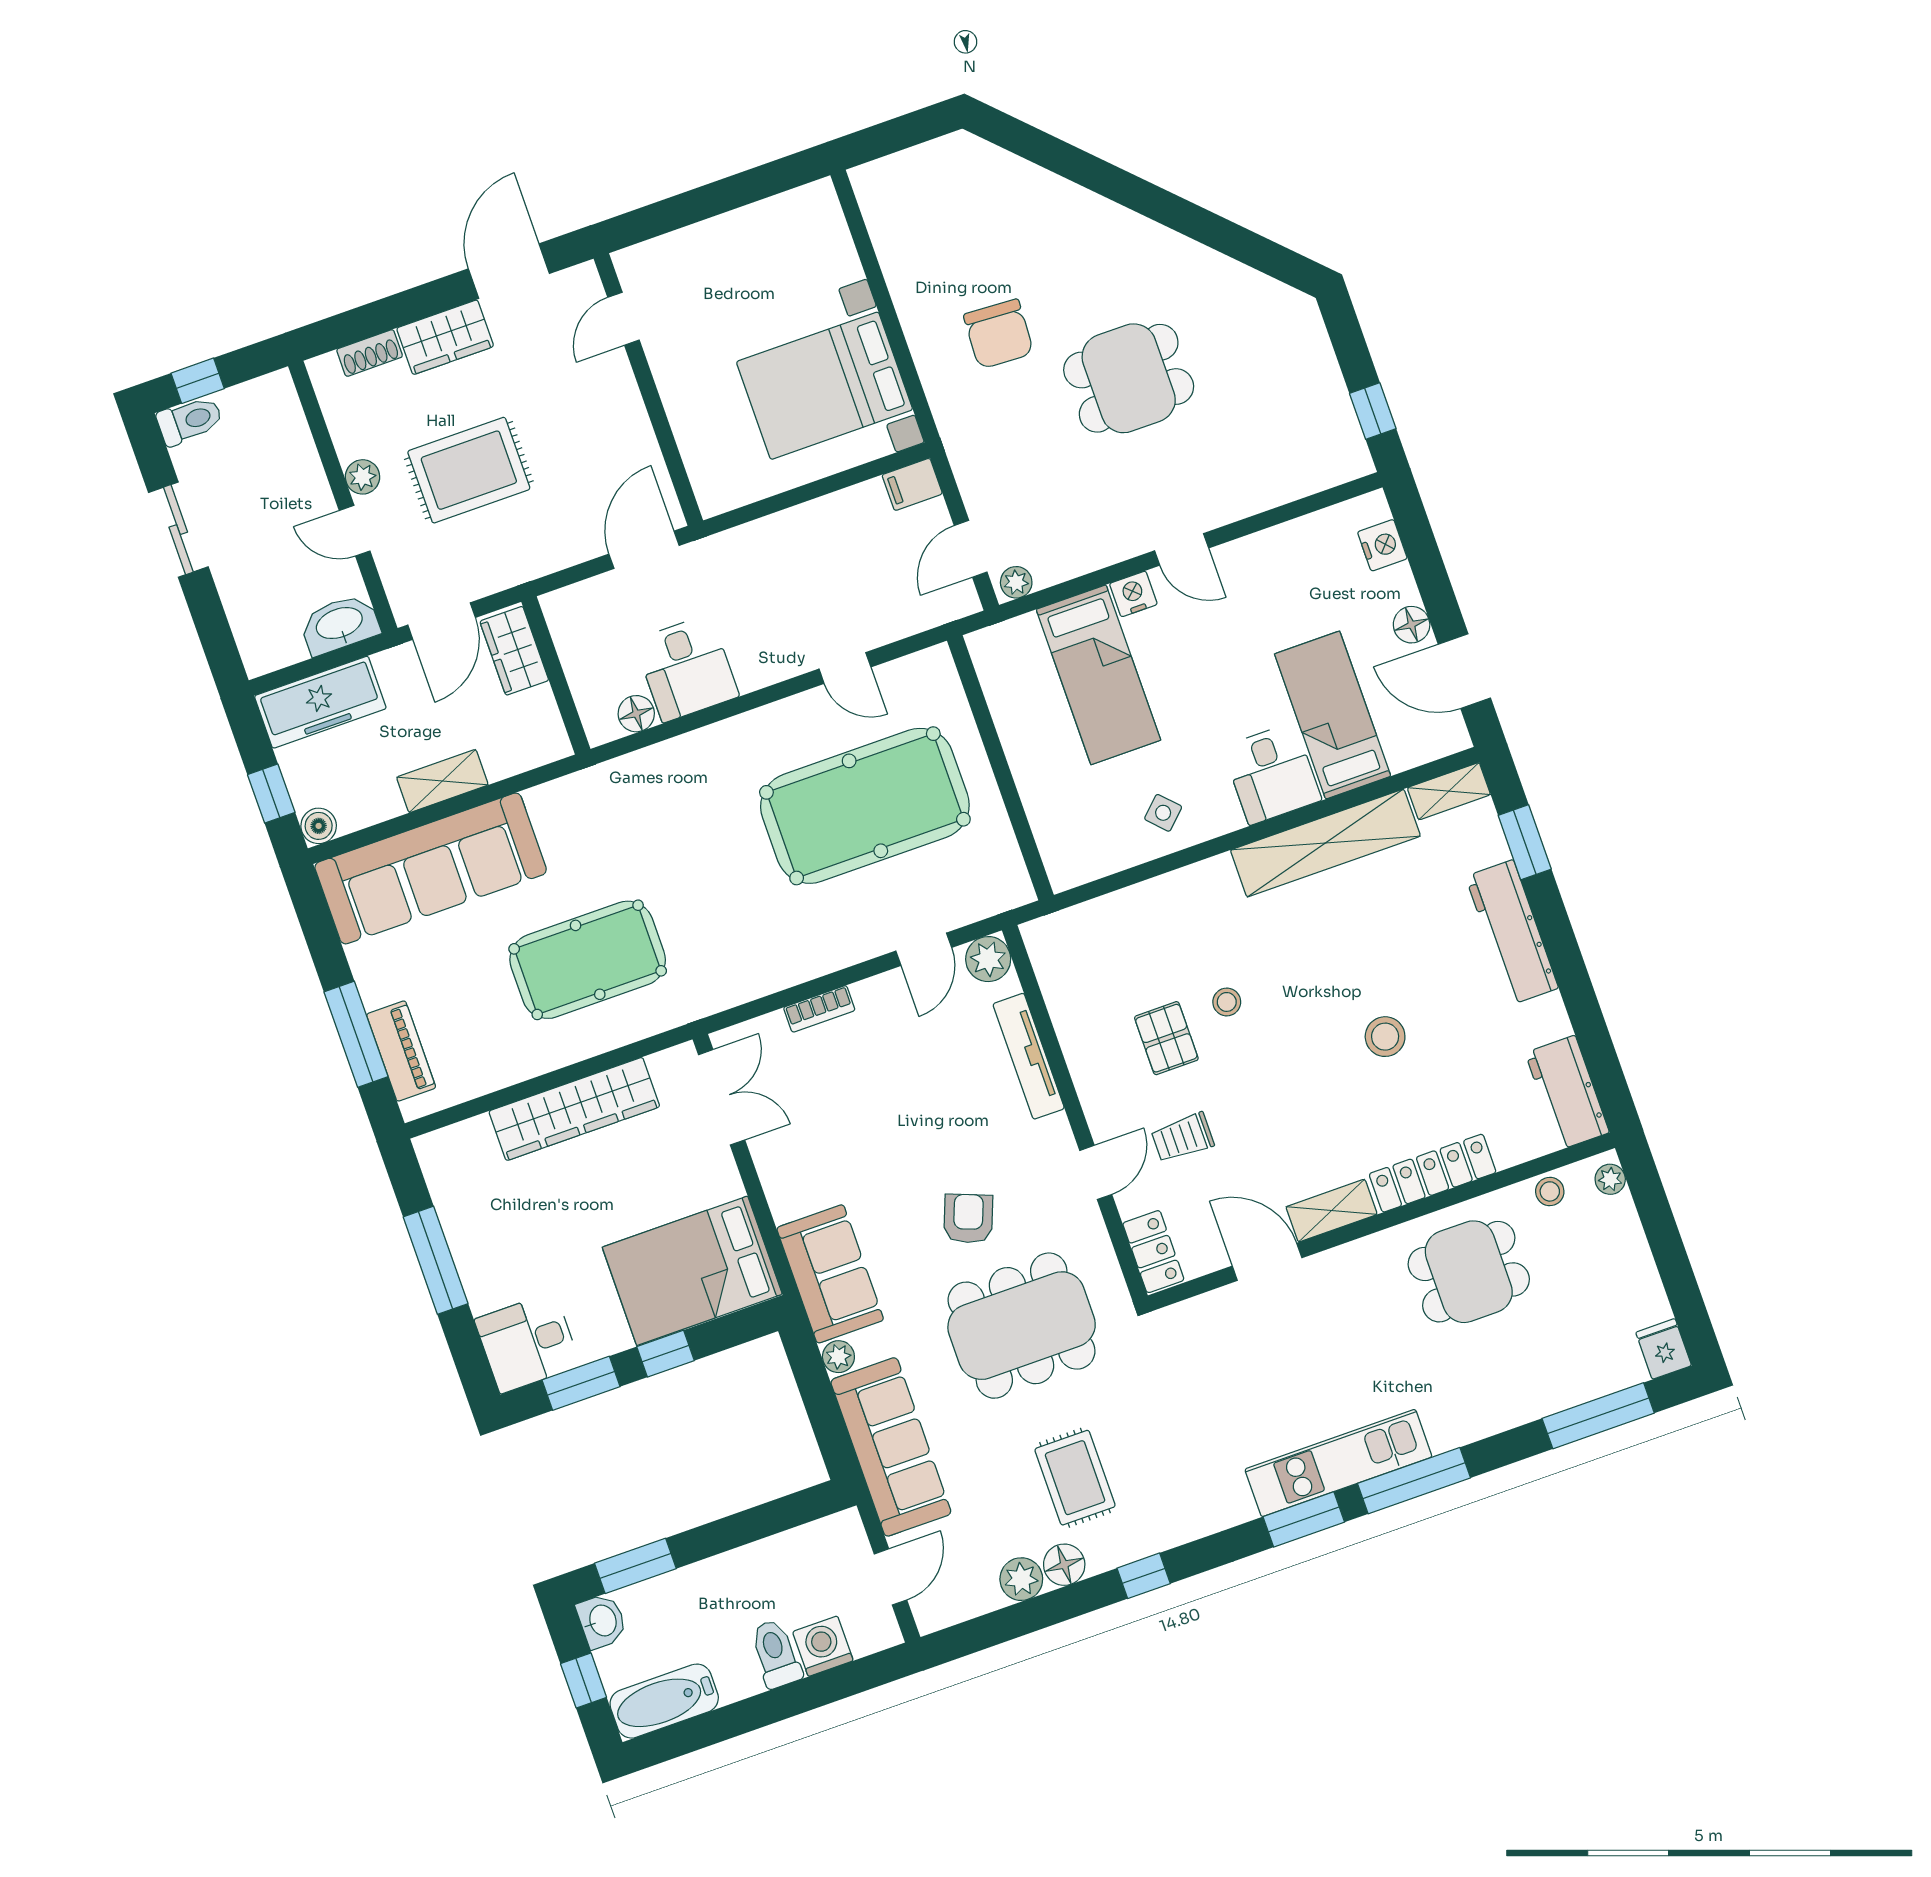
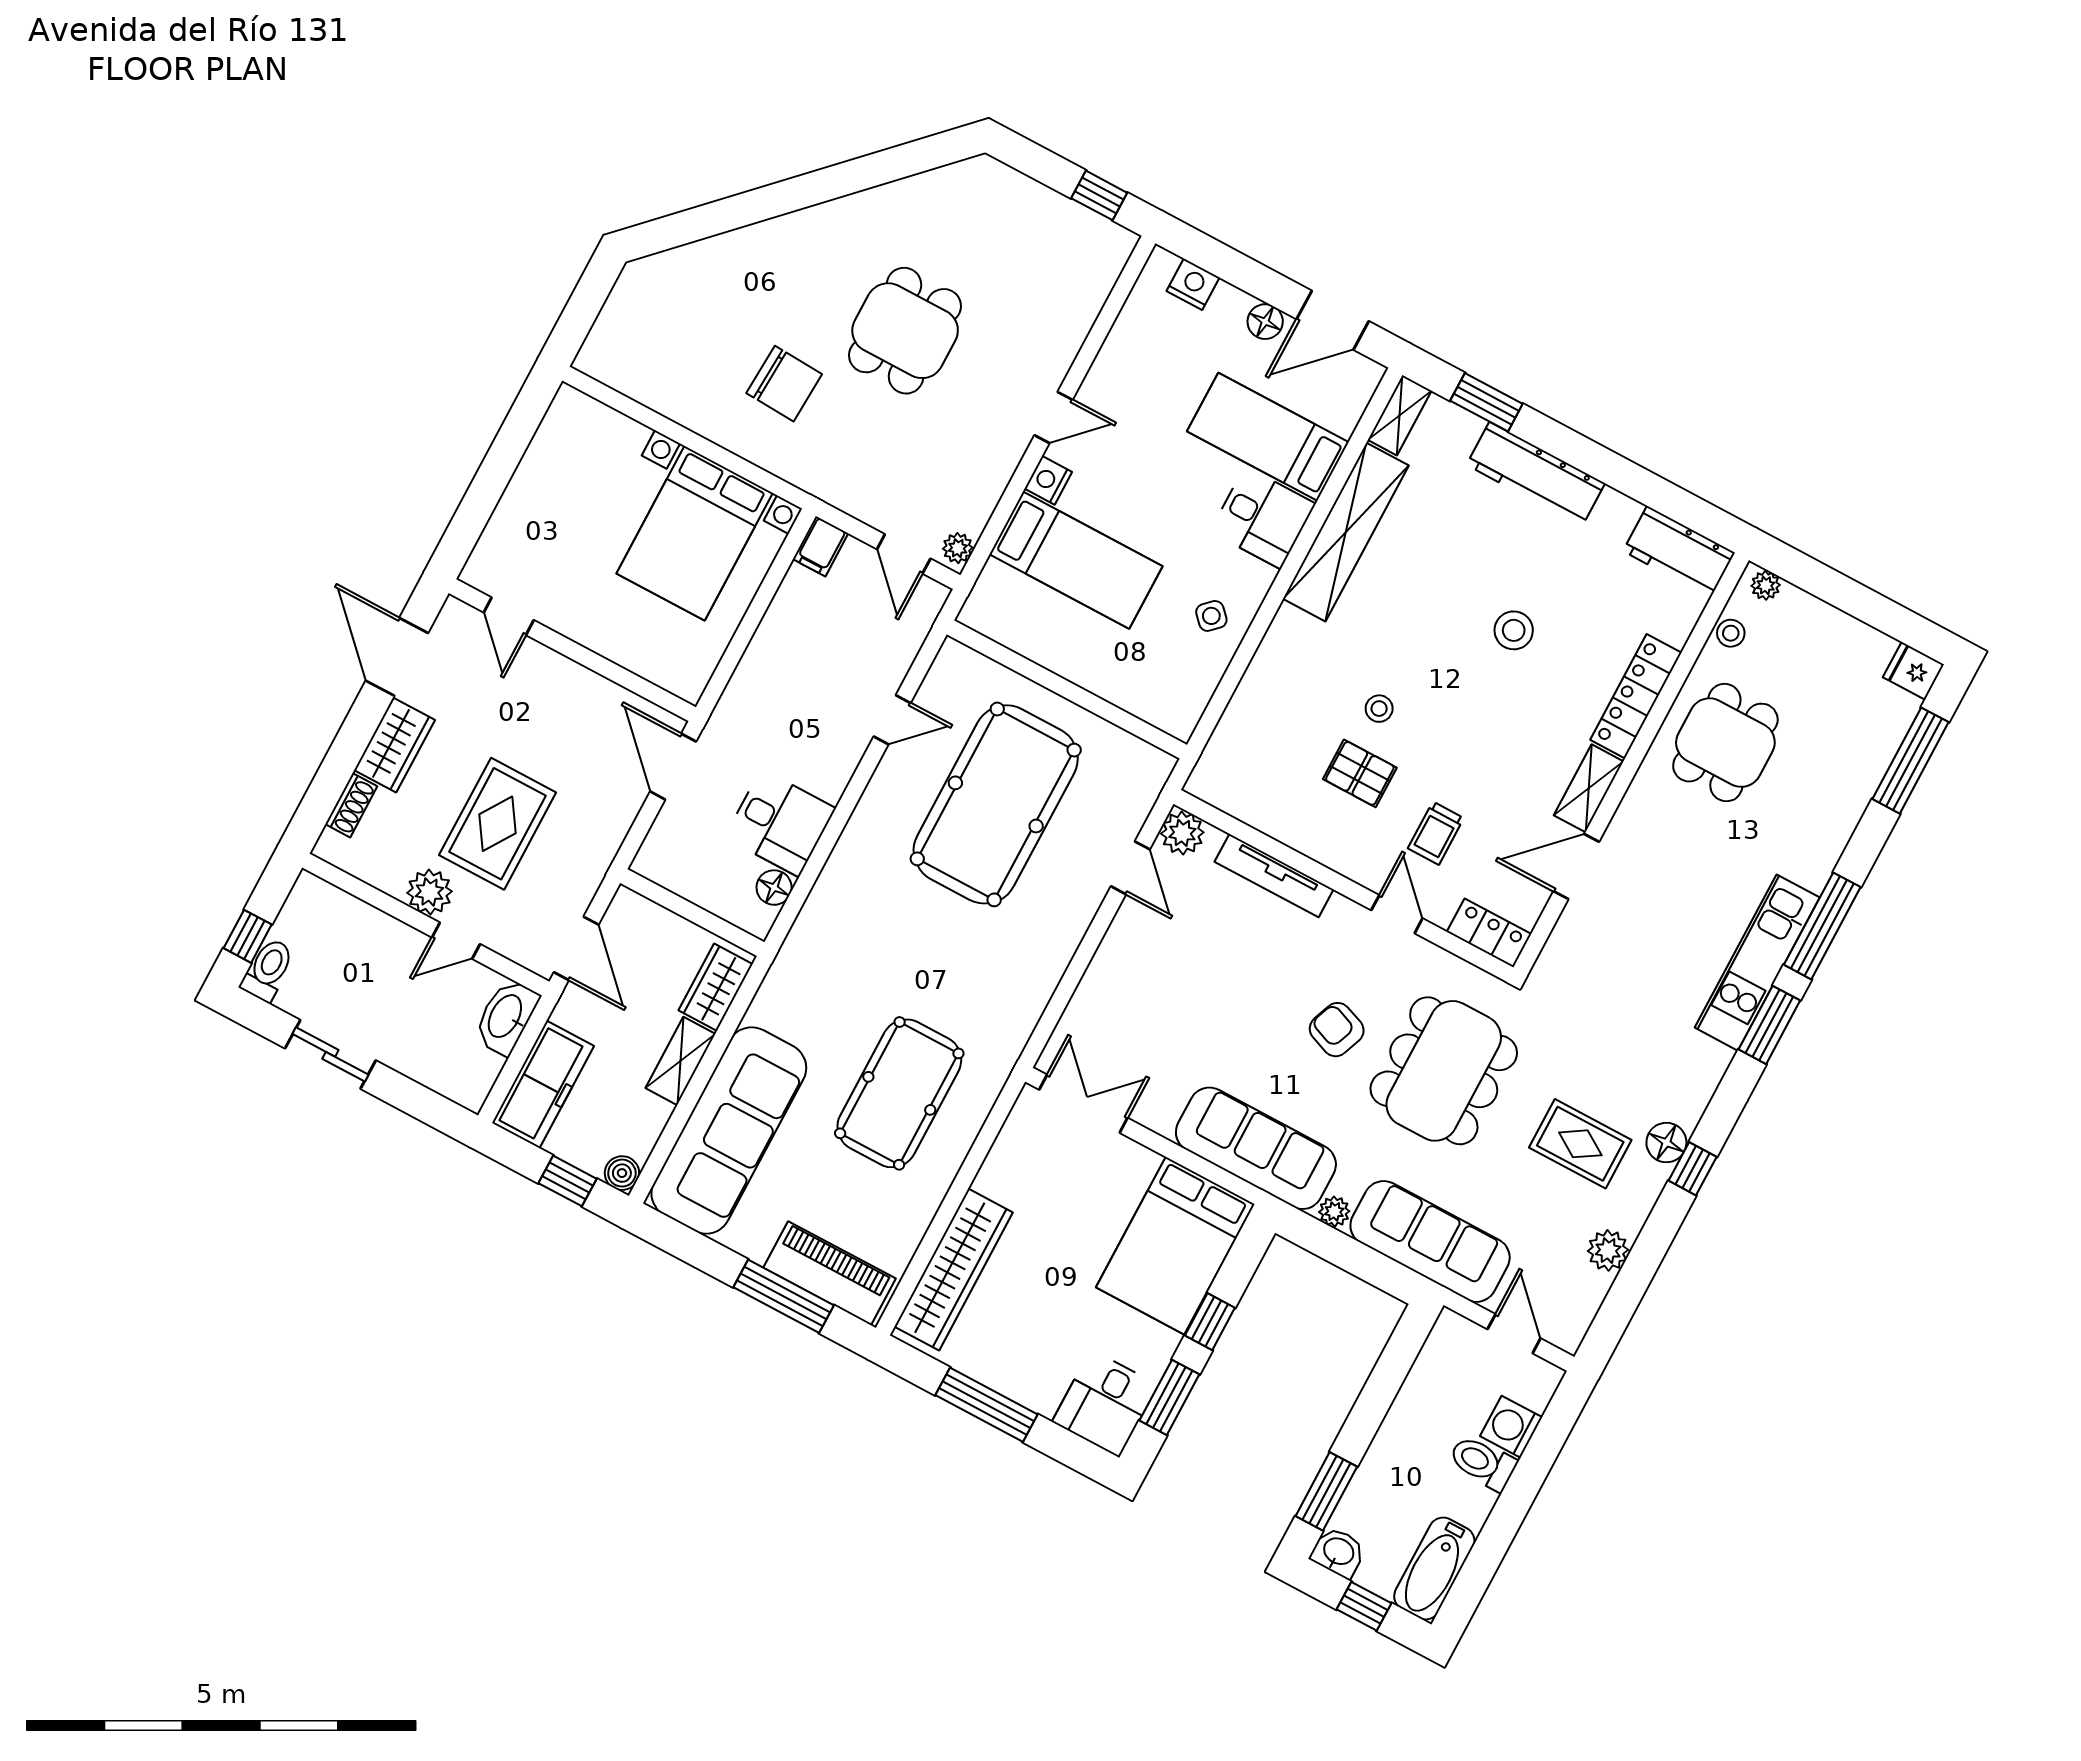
plant: (363, 477) -> (430, 892), width x1.38, depth x1.38
wardrobe: (514, 651) -> (716, 987), moved, turned 90
bookcase: (819, 1009) -> (1095, 978), removed
piano: (401, 1051) -> (829, 1273), width x1.37, depth x1.33
wardrobe: (574, 1109) -> (954, 1269), moved
sofa: (830, 1274) -> (1256, 1148), width x1.36
floor lamp: (1064, 1565) -> (1666, 1143), moved

